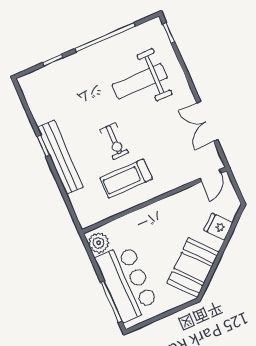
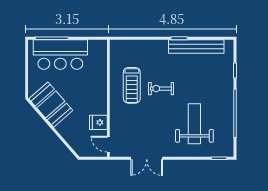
double door: (207, 121) -> (147, 158), swing flipped
bench: (60, 157) -> (196, 46), moved
treadmill: (126, 179) -> (132, 85), turned 180
fridge: (218, 227) -> (98, 122), moved, turned -139
plant: (99, 243) -> (96, 47), removed

